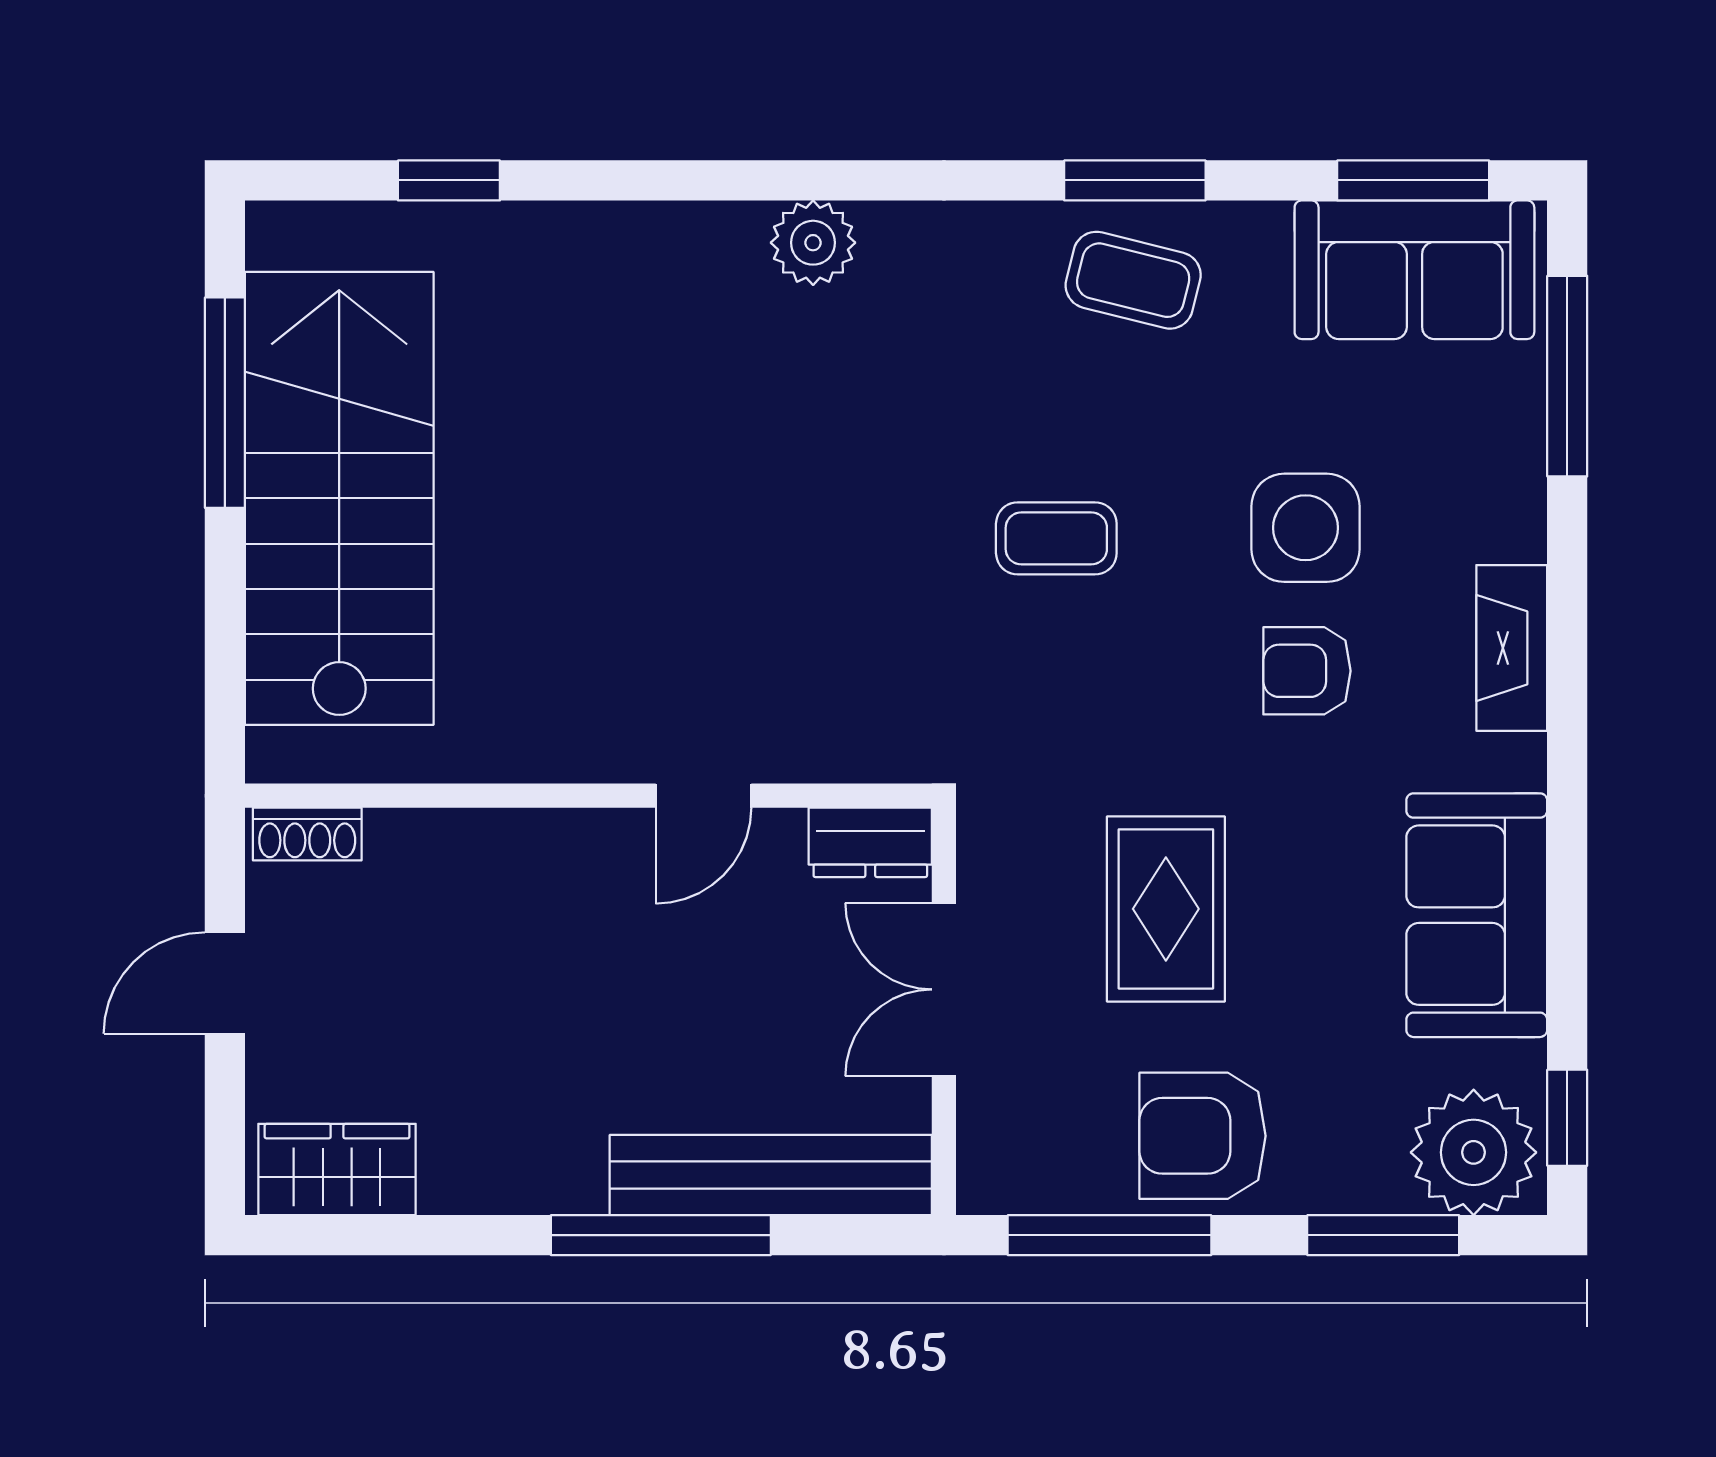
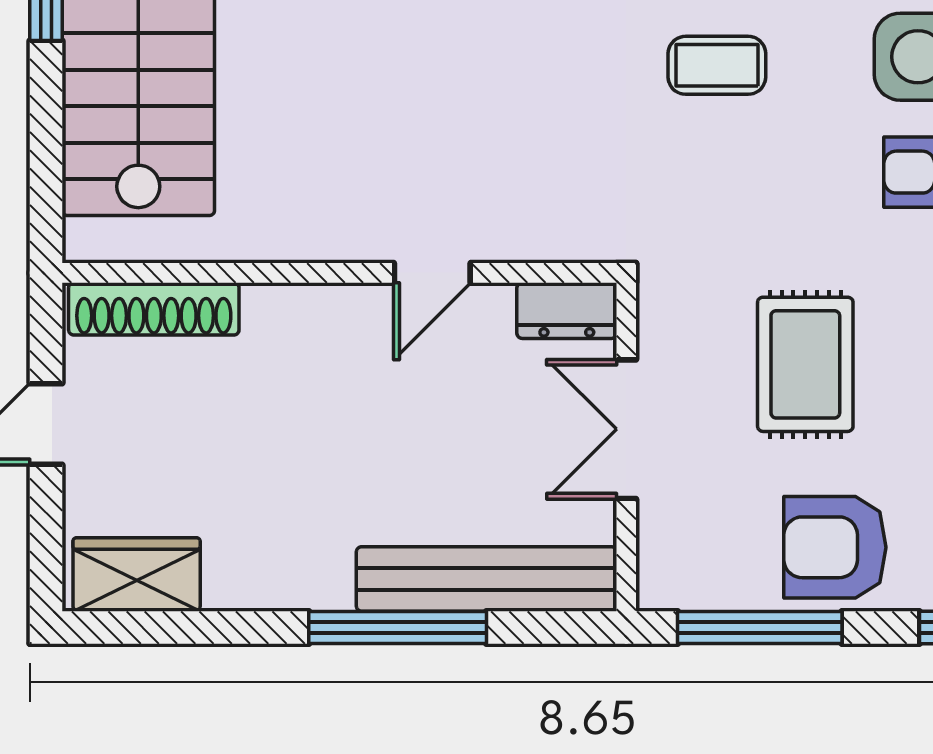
shoe rack: (307, 834) -> (154, 309), width x1.94, depth x1.24

